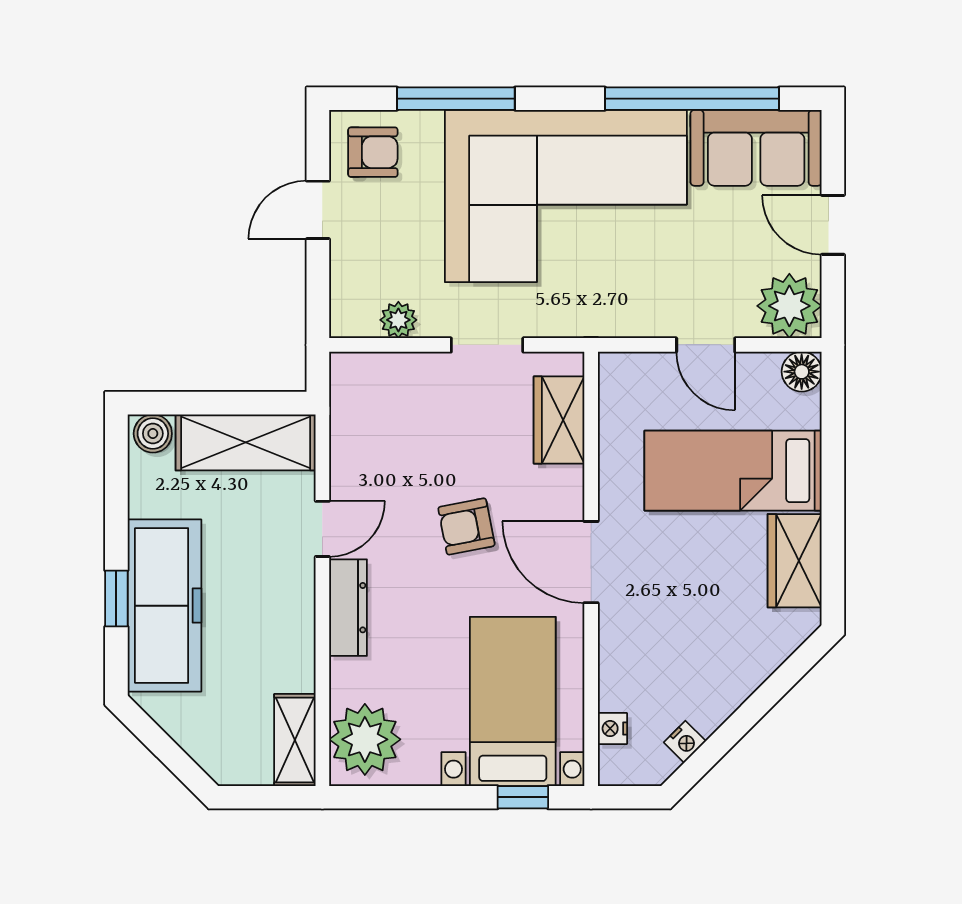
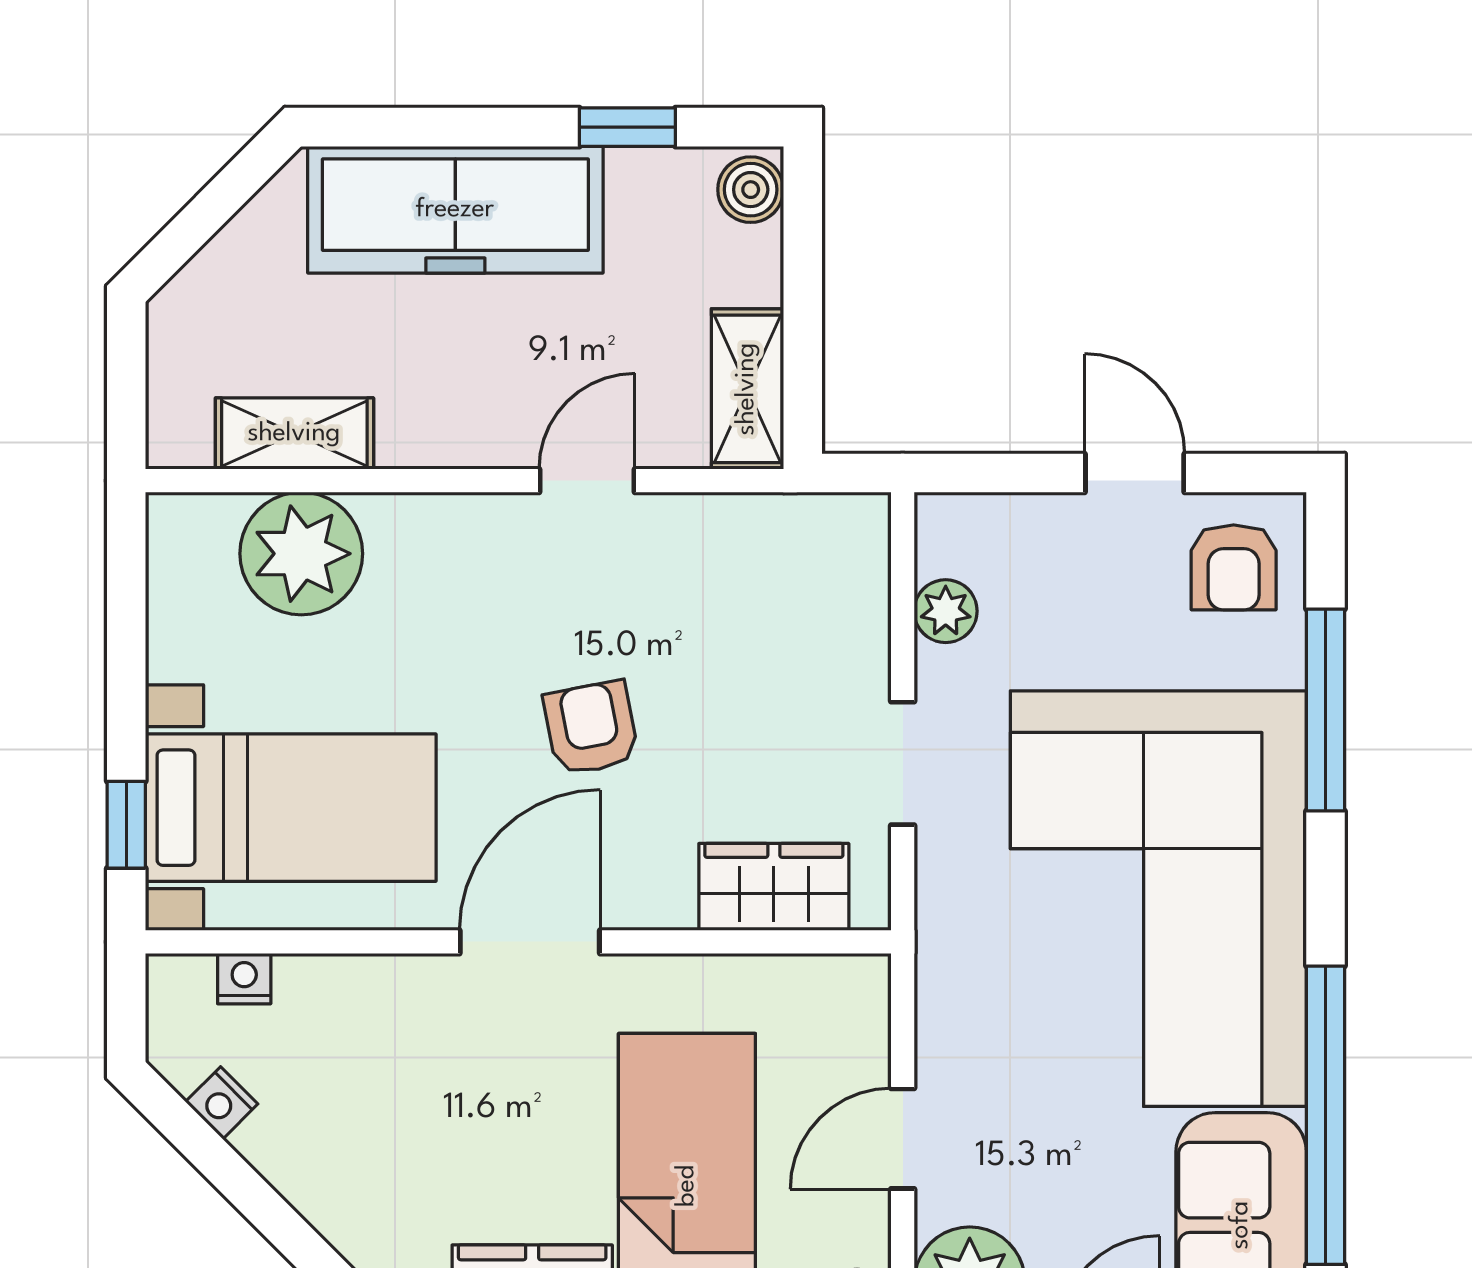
shelving: (246, 442) -> (747, 389), width x0.67, depth x0.75
door: (322, 529) -> (587, 481), swing flipped
window: (116, 599) -> (627, 127), moved
dresser: (348, 608) -> (452, 525), removed
plant: (365, 739) -> (301, 554), moved
shelving: (295, 740) -> (294, 434), moved

